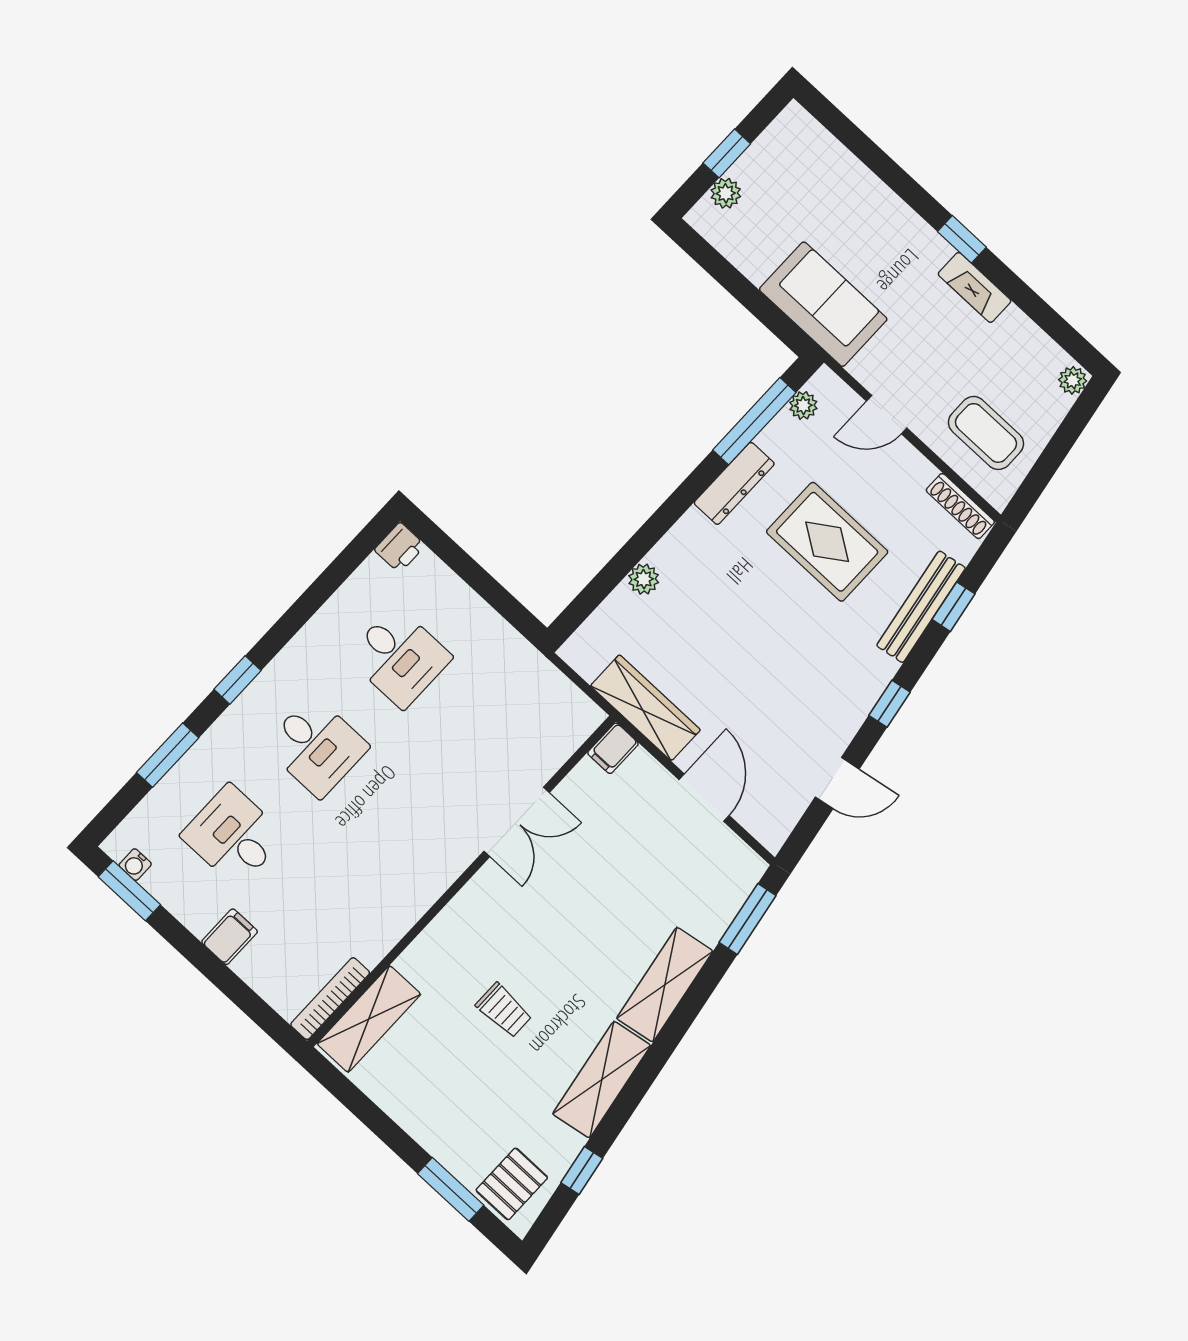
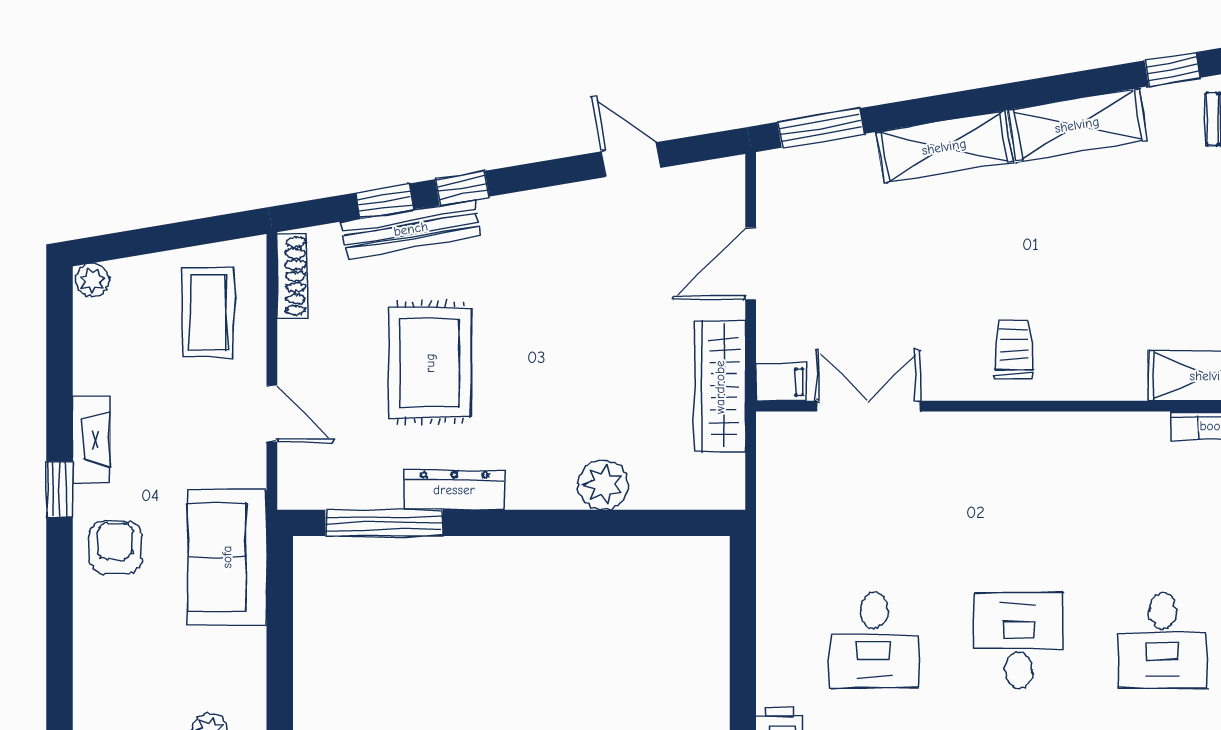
armchair: (894, 240) -> (115, 547), added
plant: (803, 405) -> (331, 493), removed
plant: (644, 579) -> (603, 485), width x1.38, depth x1.38
desk: (399, 657) -> (874, 640), turned 180
window: (890, 704) -> (462, 188), moved
double door: (517, 822) -> (868, 406), moved
trolley: (504, 1010) -> (1014, 349), moved

